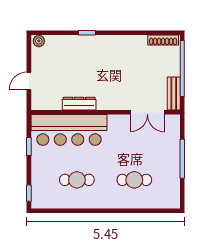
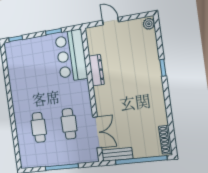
double door: (147, 112) -> (97, 132), swing flipped
bar counter: (69, 130) -> (71, 56), width x0.73
cafe table: (77, 180) -> (69, 124), moved

